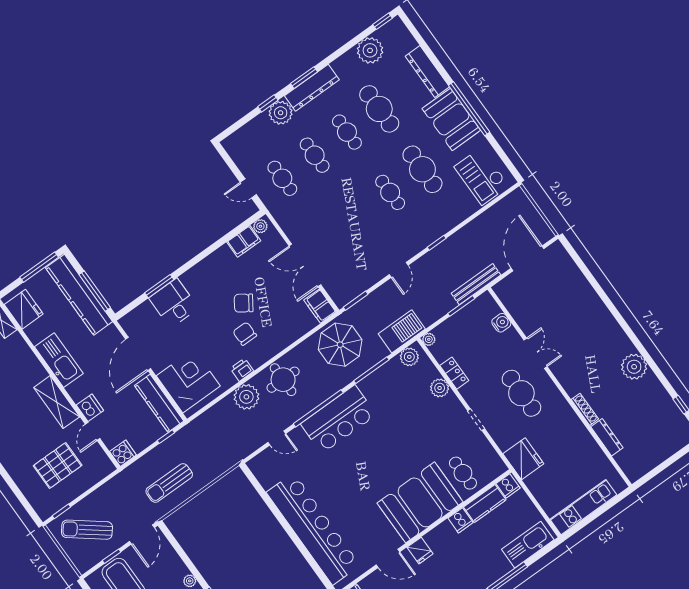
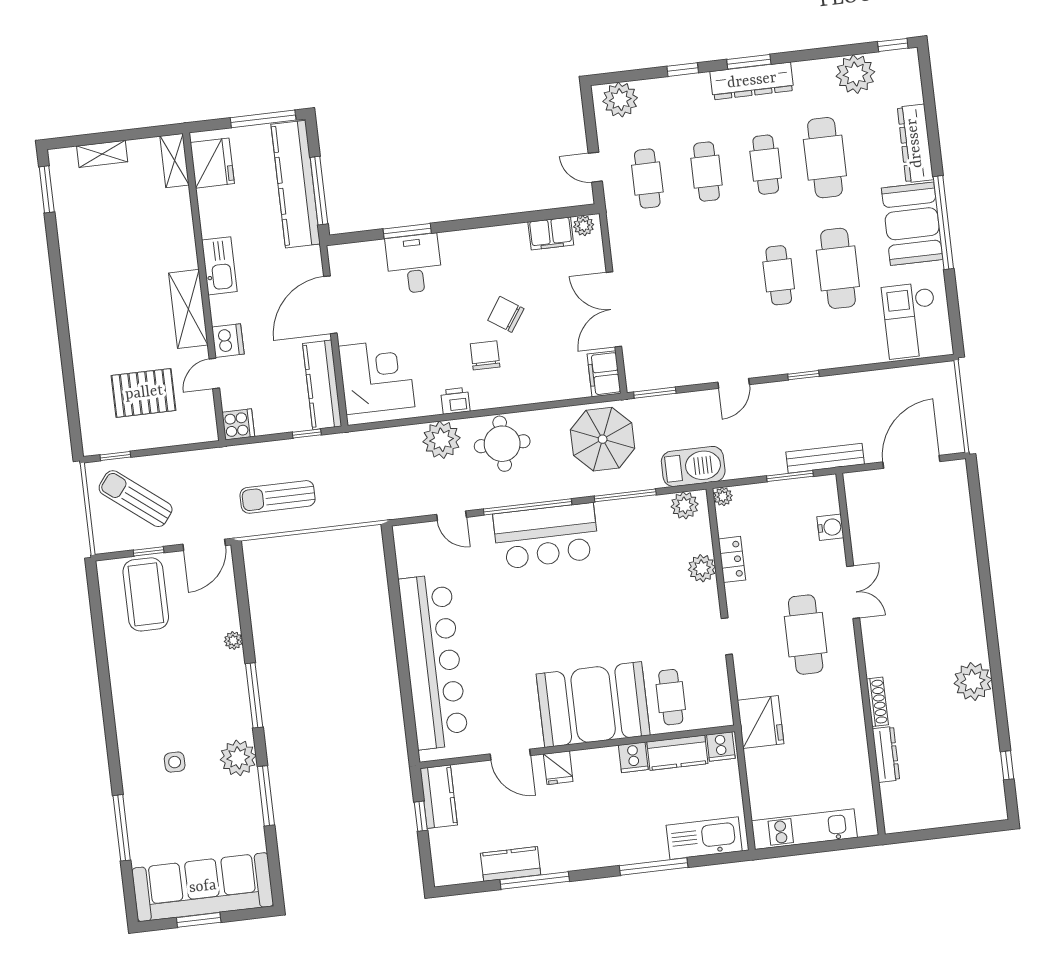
plant: (281, 113) -> (620, 100), moved
kitchen sink: (59, 360) -> (219, 266), width x0.73, depth x0.81

